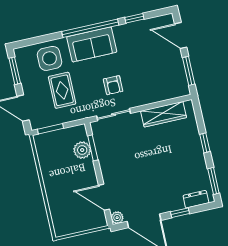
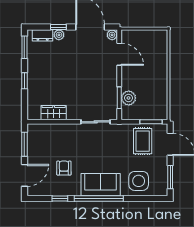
door: (181, 36) -> (24, 175), hinge flipped
armchair: (113, 85) -> (64, 168), moved
rug: (62, 90) -> (143, 141), moved
wardrobe: (164, 114) -> (54, 113), width x0.67
plant: (177, 204) -> (59, 35), added

